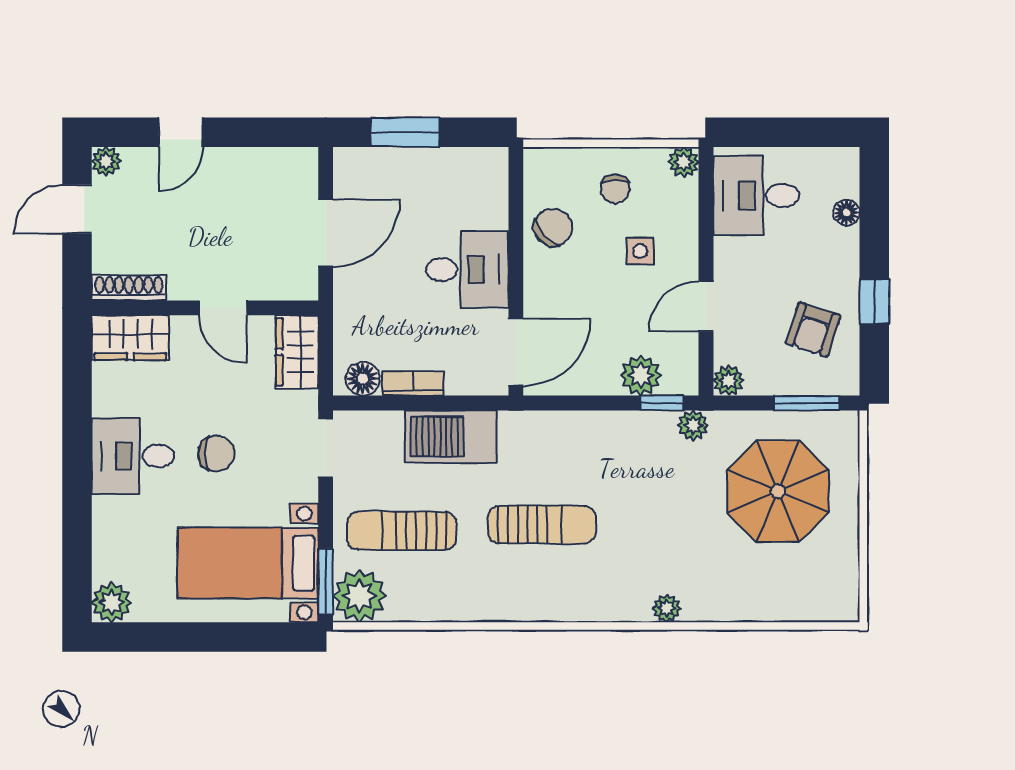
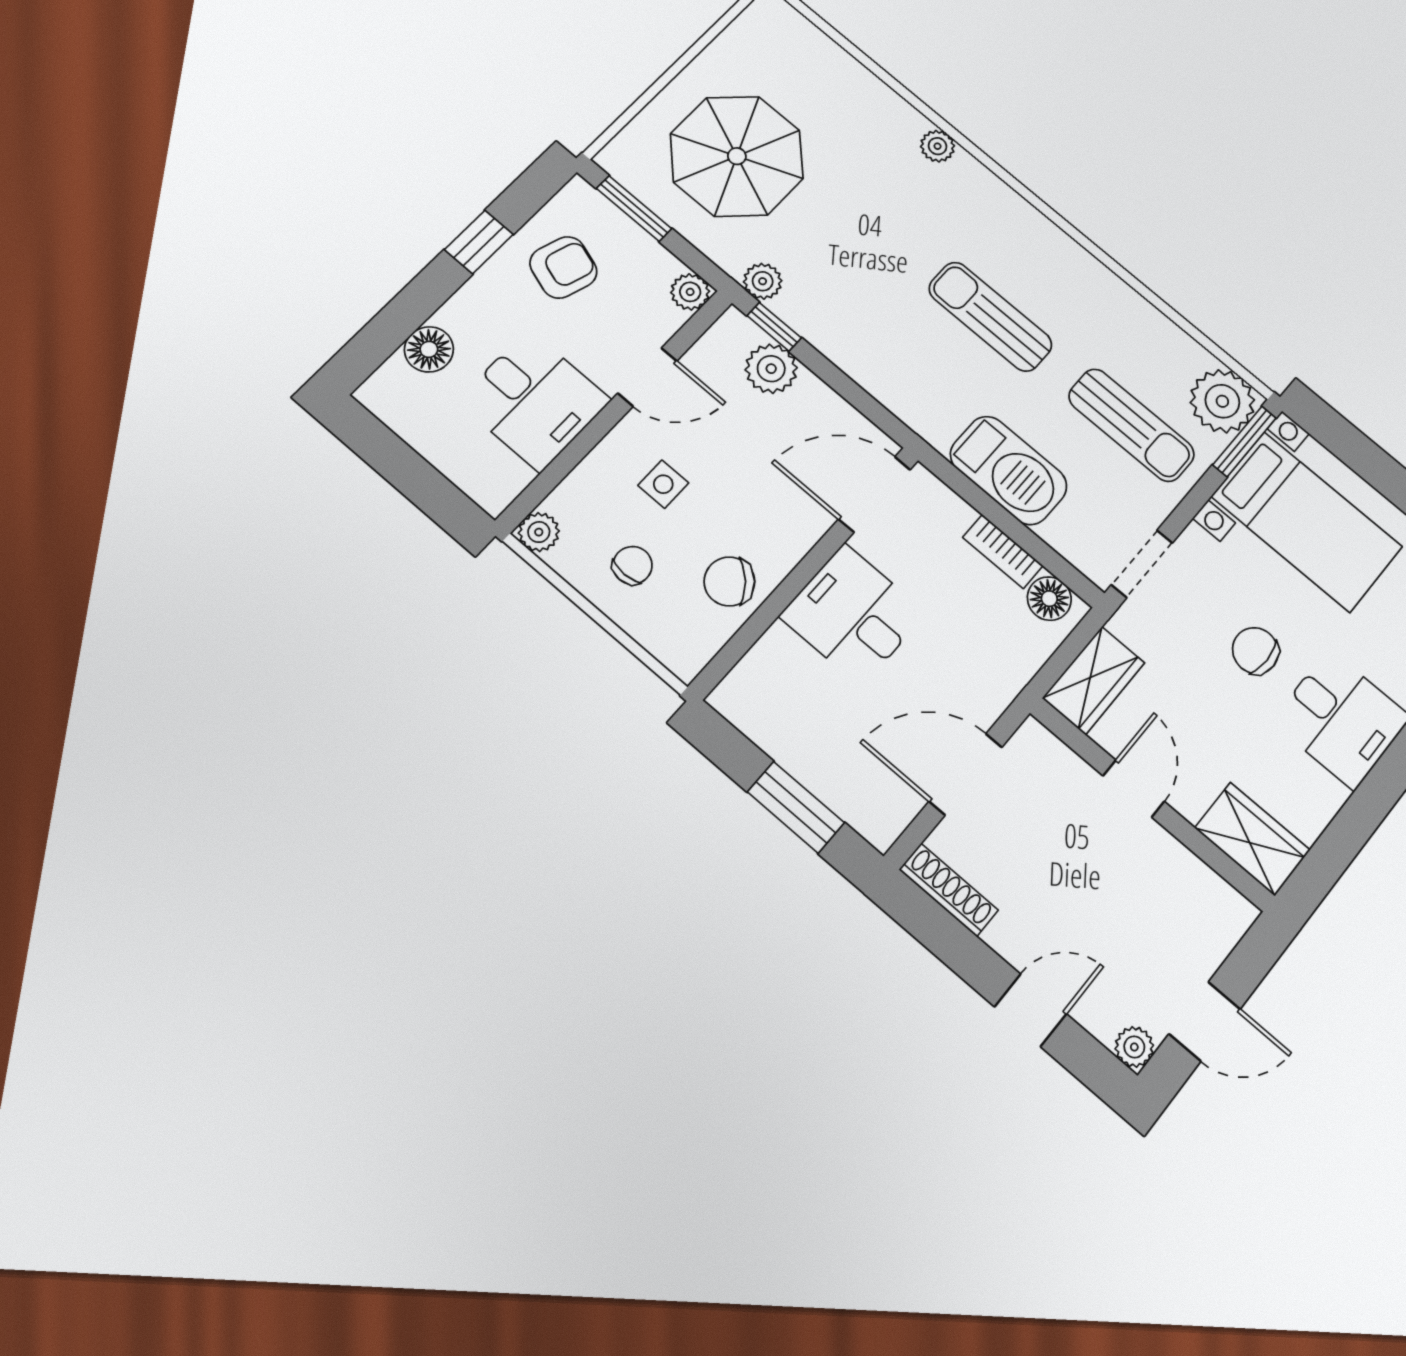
desk: (756, 196) -> (534, 400), moved
floor lamp: (846, 213) -> (429, 349), width x1.37, depth x1.37
shoe rack: (129, 288) -> (949, 890), moved, turned 180

